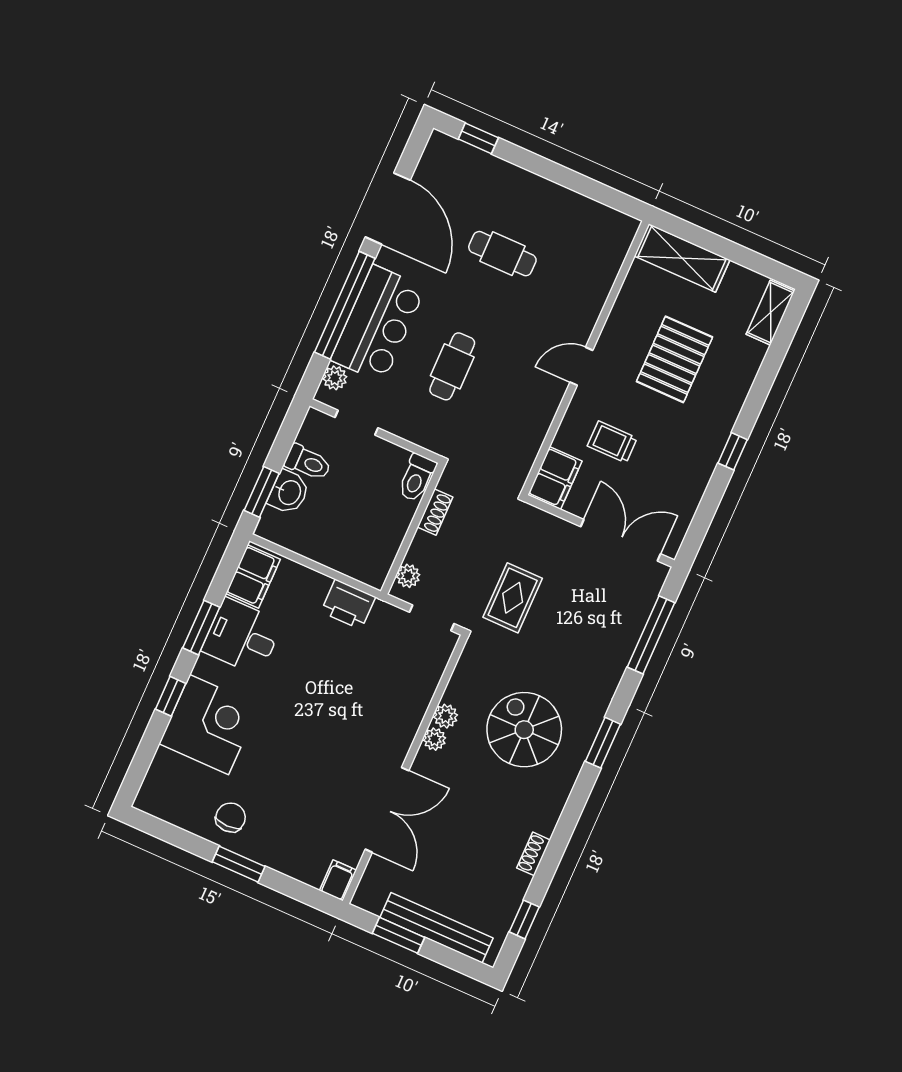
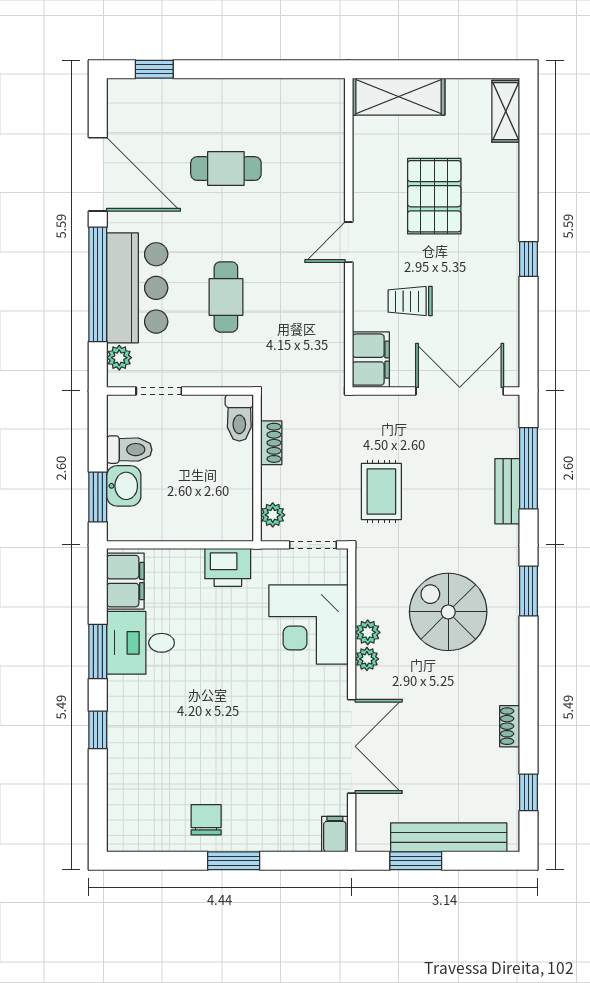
bench: (623, 647) -> (507, 491), added
corner desk: (209, 725) -> (308, 625), moved, turned 180

